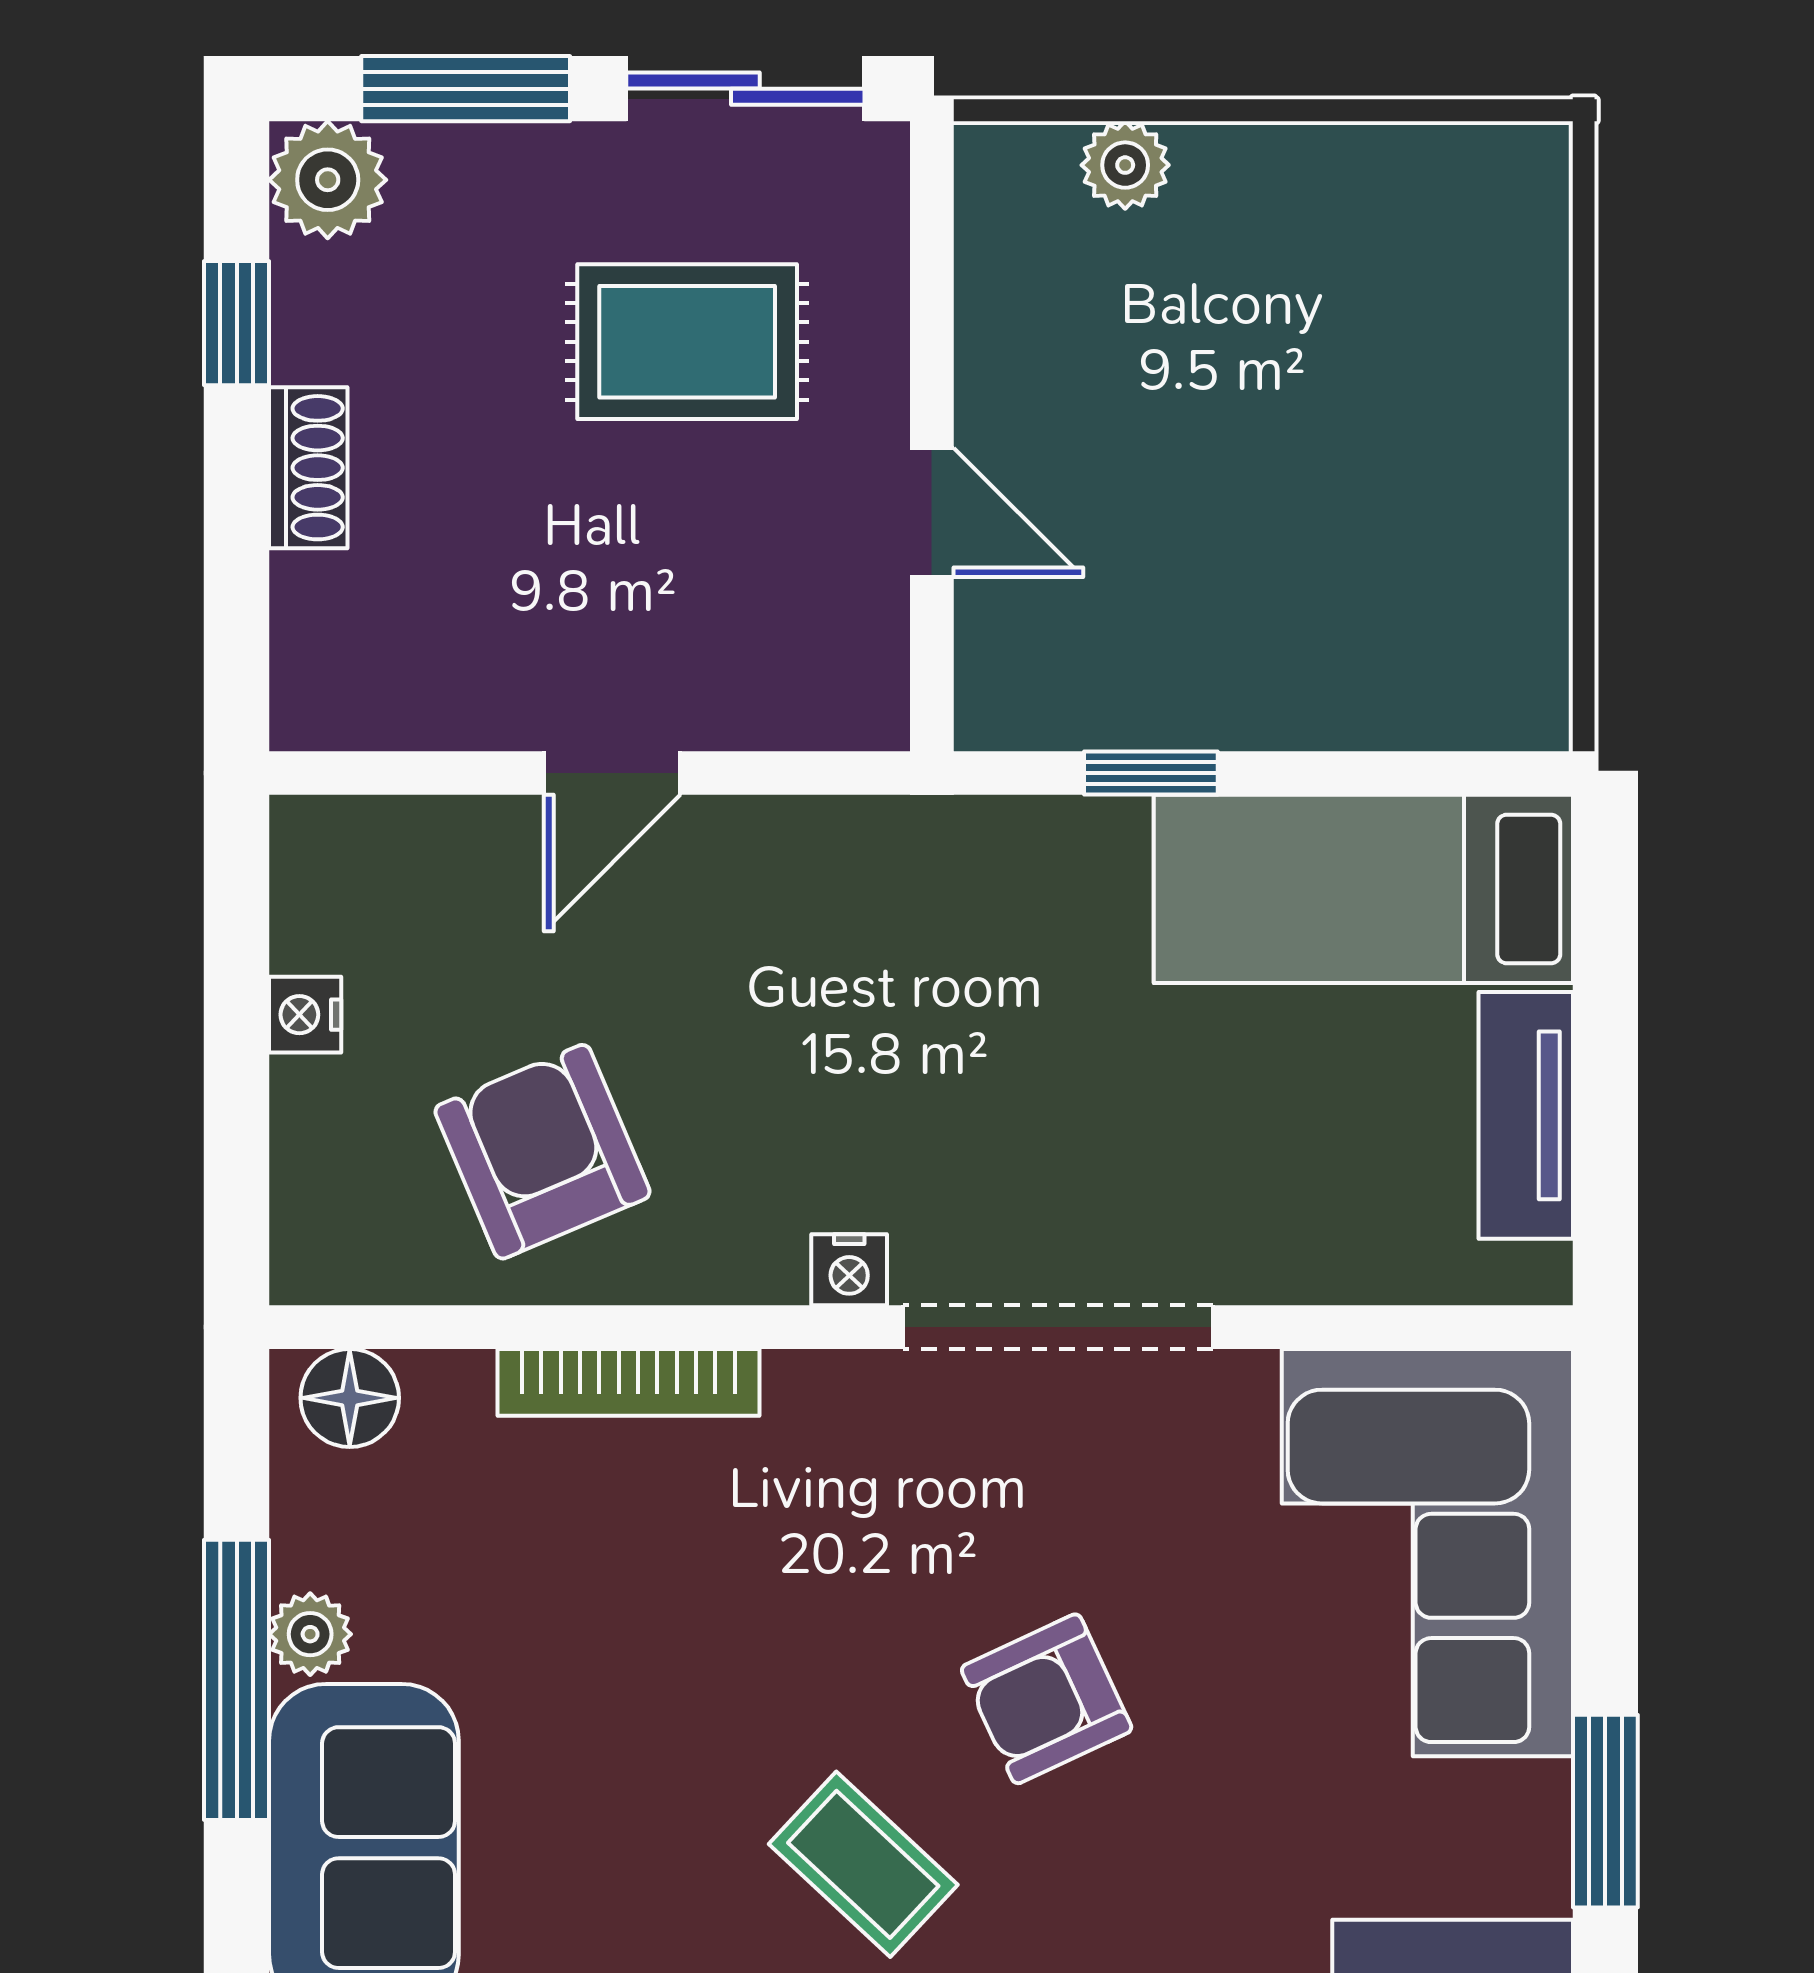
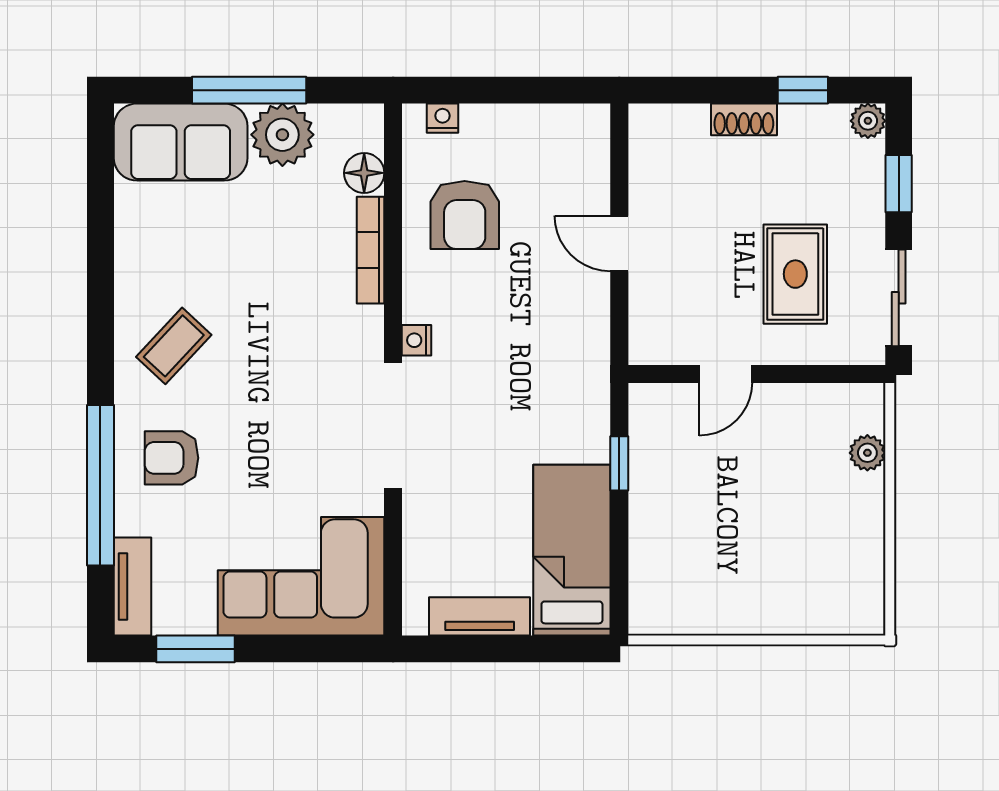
window: (466, 89) -> (899, 184), width x0.67
plant: (328, 180) -> (868, 121), width x0.73, depth x0.73
nightstand: (305, 1015) -> (443, 118), moved
armchair: (542, 1152) -> (465, 215), turned 113
floor lamp: (350, 1398) -> (364, 173), moved
plant: (310, 1634) -> (282, 135), width x1.88, depth x1.88
armchair: (1047, 1699) -> (172, 458), moved, turned -65

